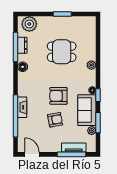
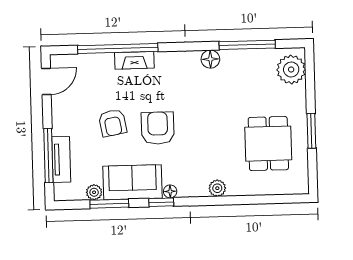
dresser: (22, 45) -> (251, 57), removed
dining table: (62, 52) -> (268, 144), moved

